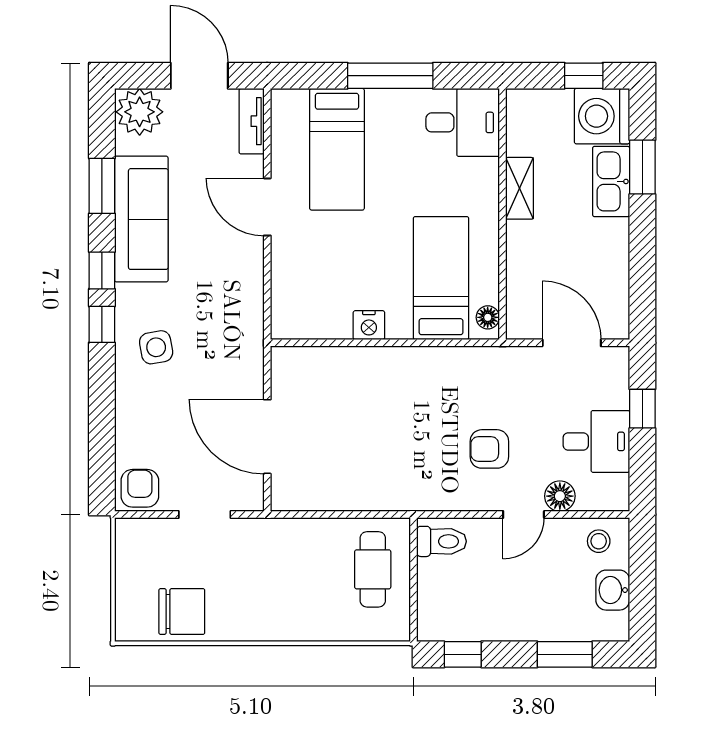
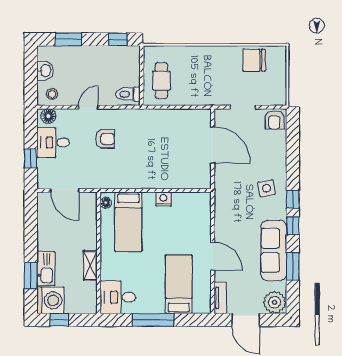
floor lamp: (560, 496) -> (48, 116), moved

